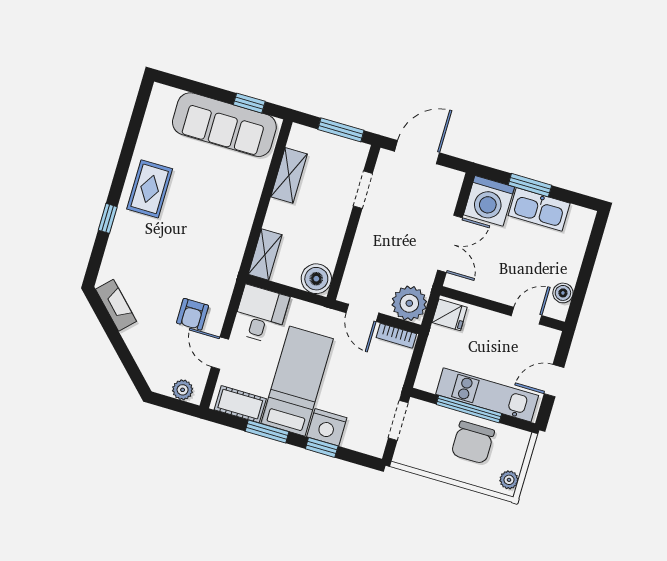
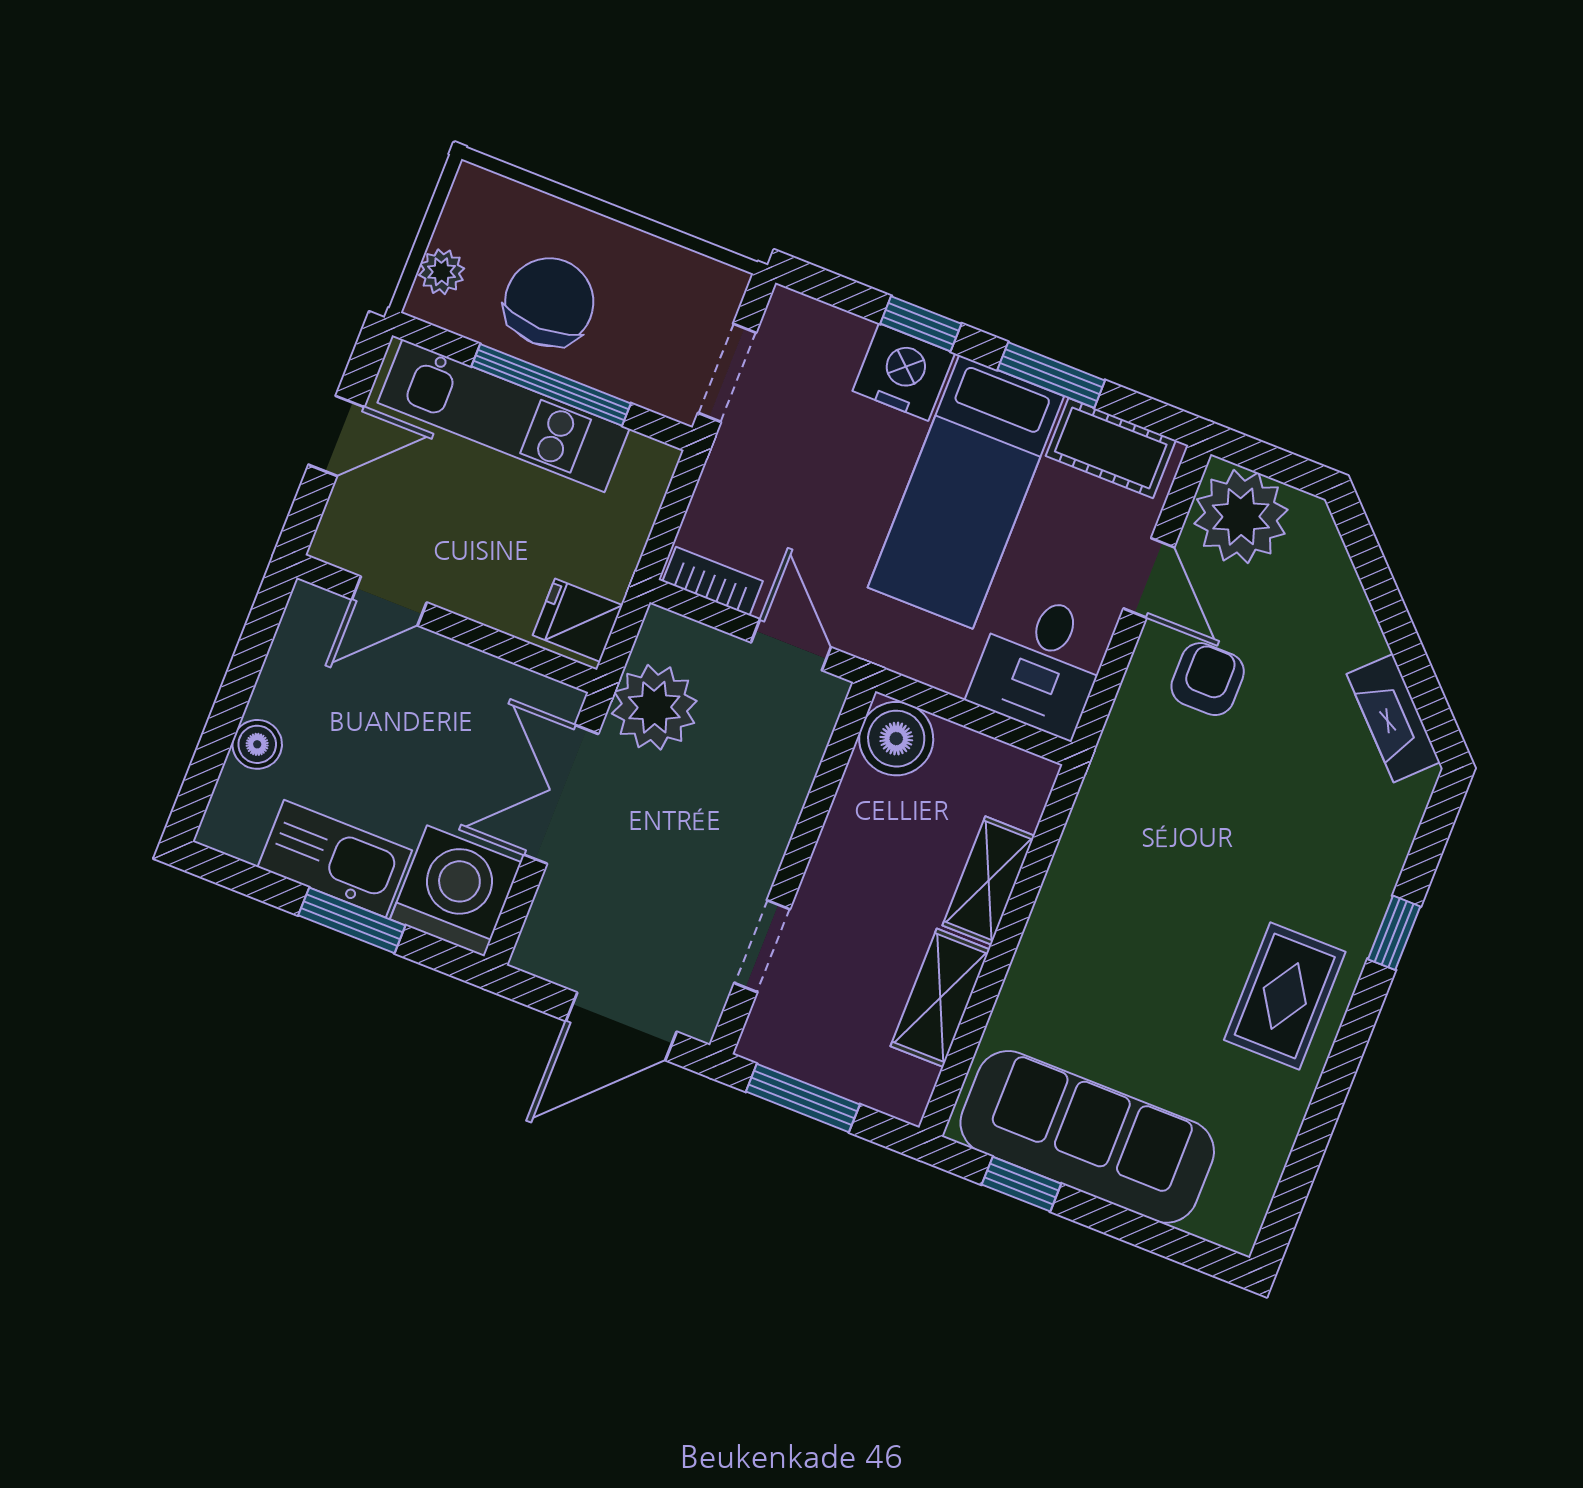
shelving: (265, 254) -> (989, 881), moved
boiler: (563, 293) -> (257, 744), moved
plant: (409, 303) -> (654, 707), moved
plant: (183, 390) -> (1241, 517), width x1.87, depth x1.87
plant: (509, 480) -> (442, 272), moved

